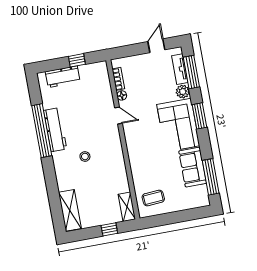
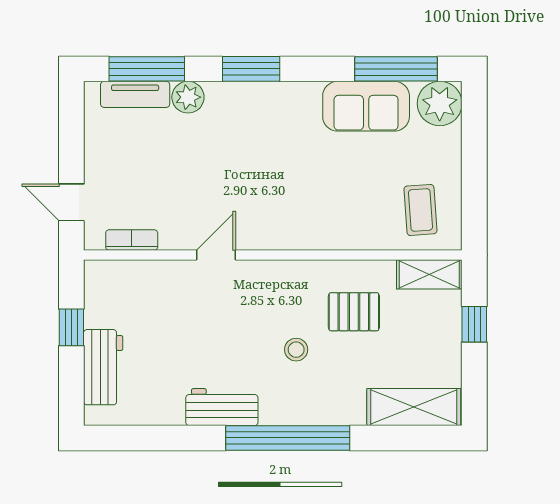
door: (156, 46) -> (71, 202), moved
floor lamp: (122, 95) -> (171, 239), removed
corner sofa: (178, 125) -> (263, 122), removed
workbench: (55, 130) -> (222, 407), width x0.73
window: (42, 131) -> (288, 438), moved
pallet: (105, 178) -> (354, 312), added
plant: (199, 198) -> (440, 104), added

